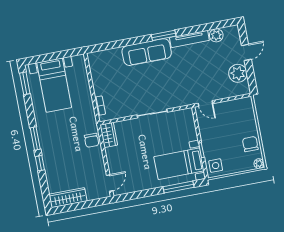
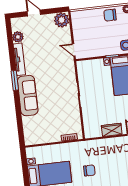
plant: (238, 73) -> (62, 20), moved
door: (205, 103) -> (74, 50), swing flipped
wardrobe: (109, 135) -> (112, 130), moved
chair: (92, 140) -> (89, 170), moved

